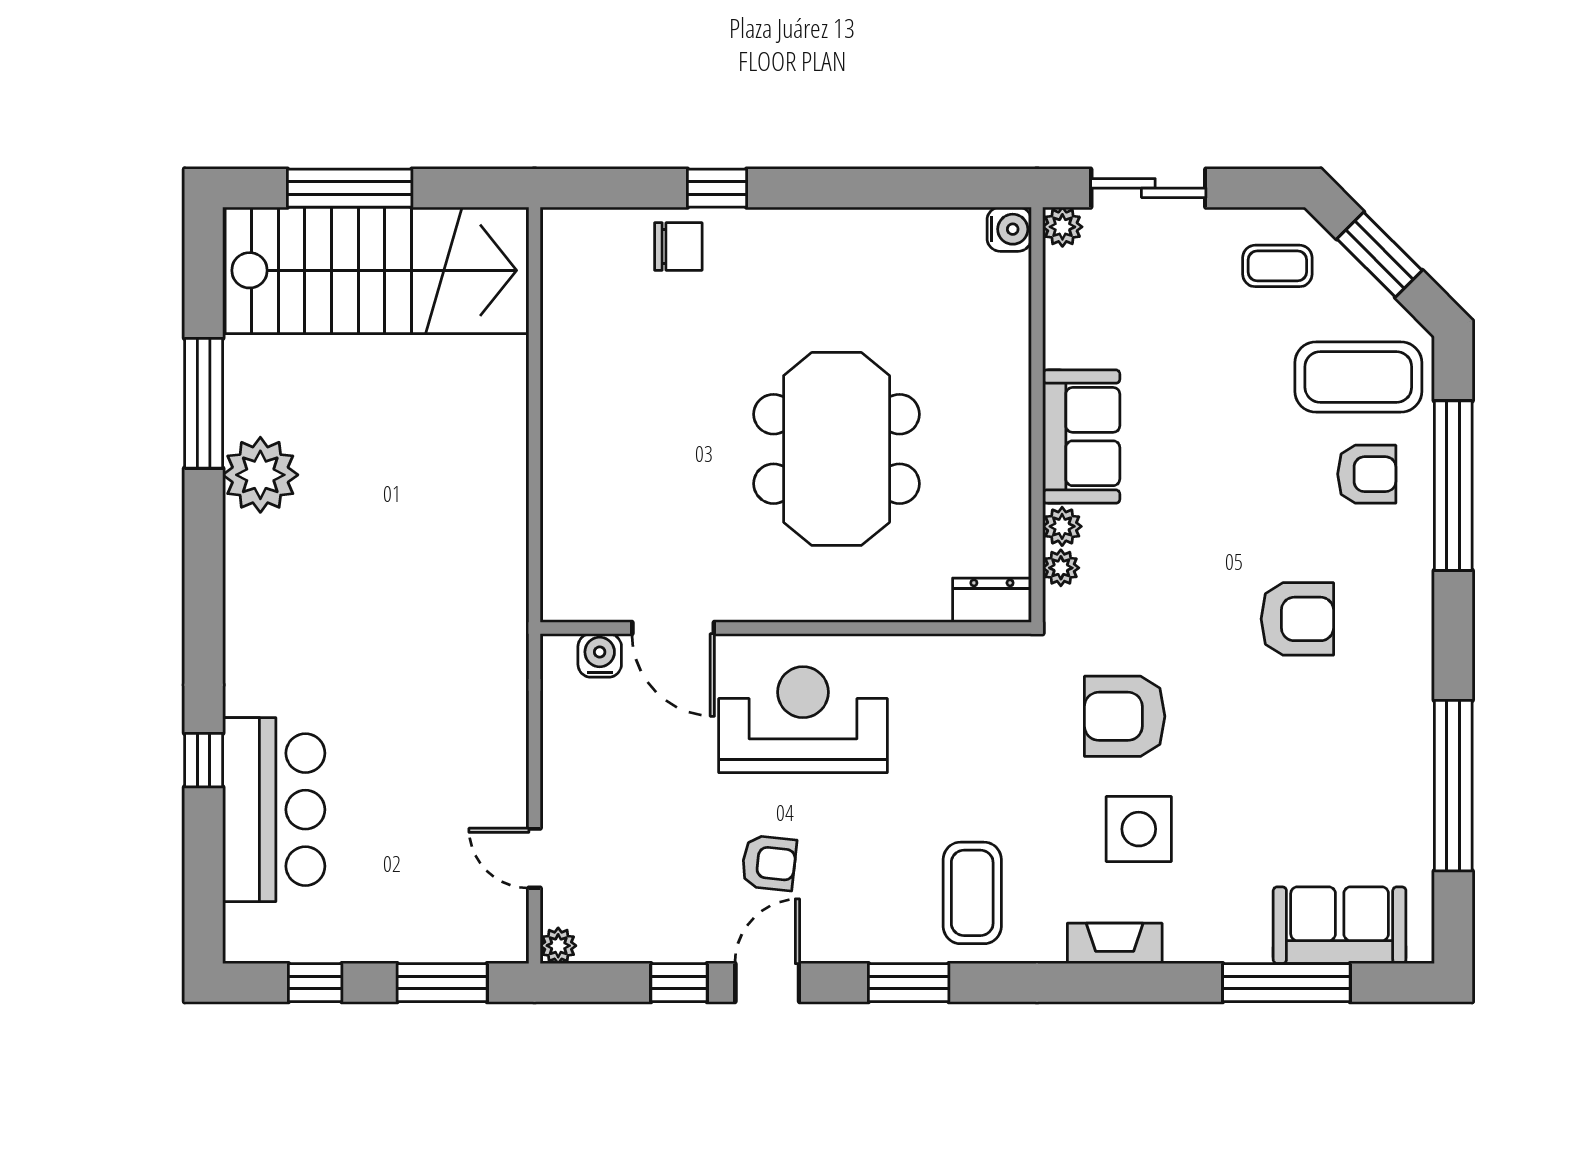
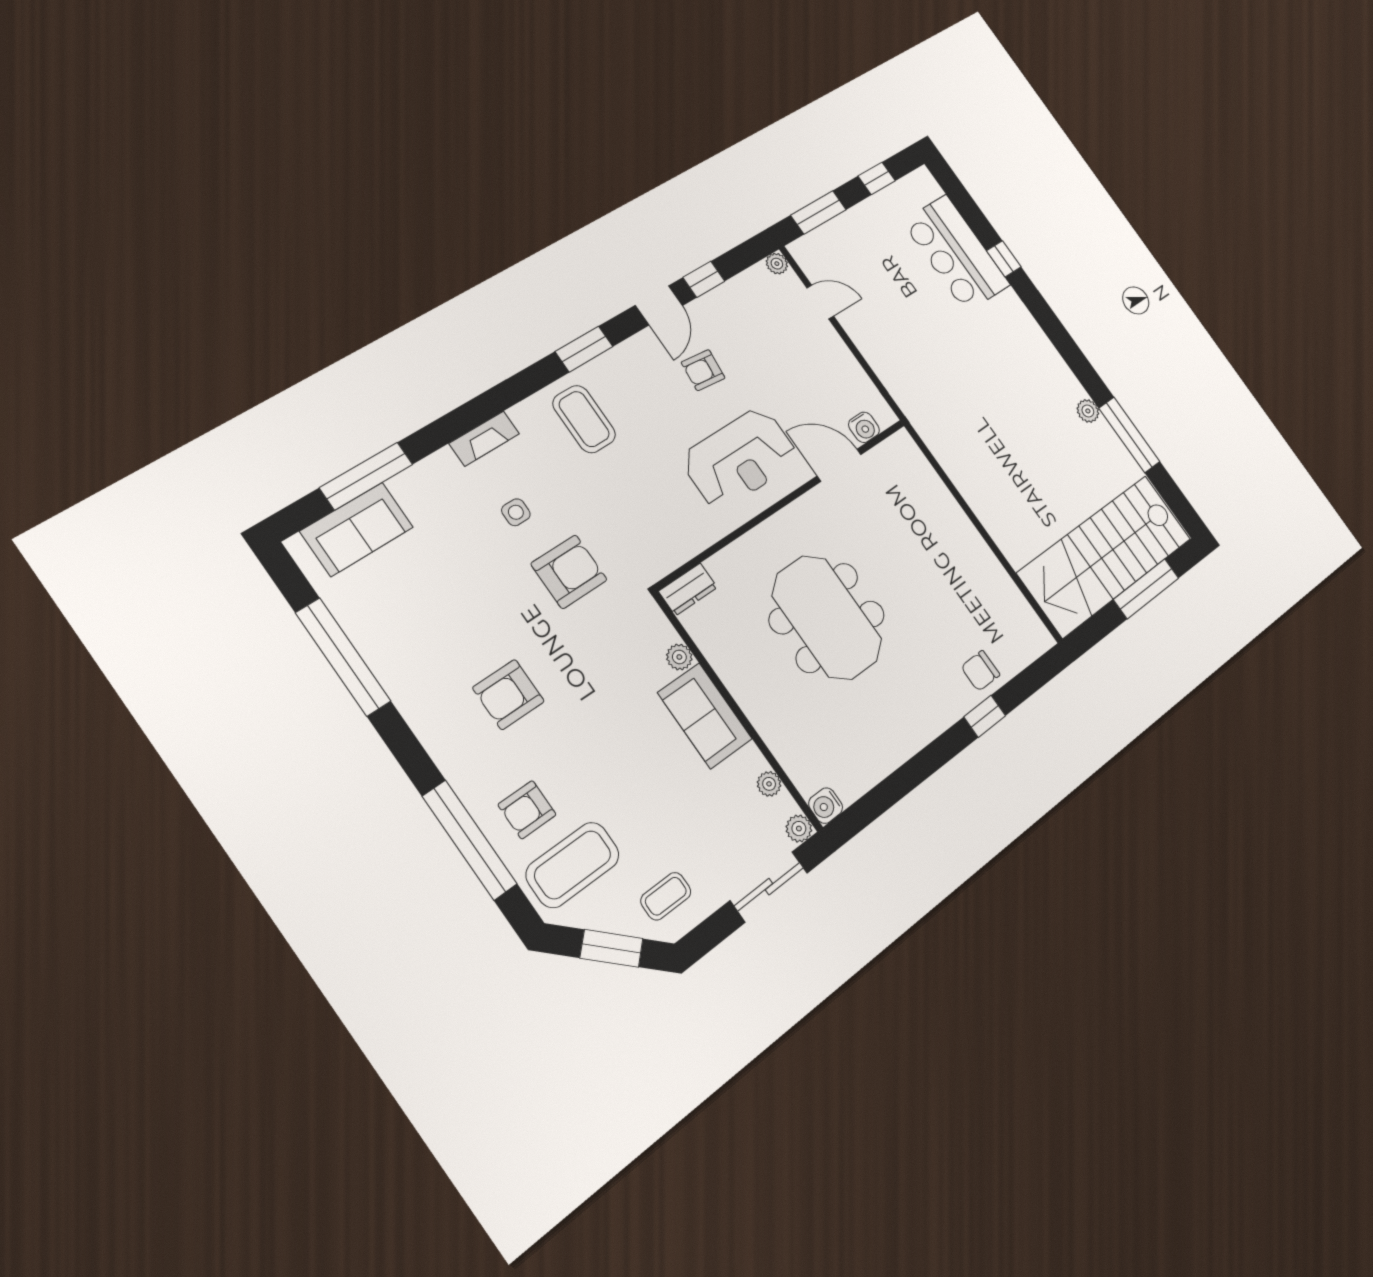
plant: (260, 475) -> (1088, 411), width x0.53, depth x0.53
plant: (1061, 568) -> (769, 784), moved
side table: (1139, 829) -> (516, 512), width x0.54, depth x0.54

